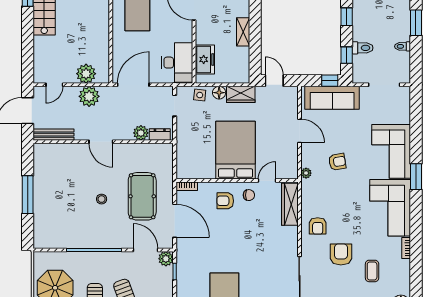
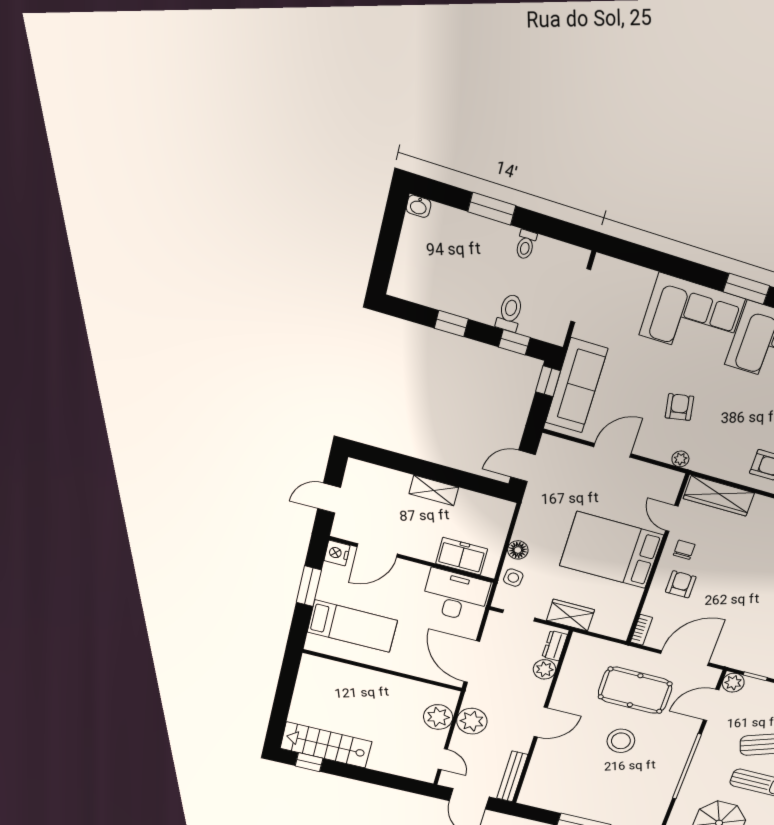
wardrobe: (241, 94) -> (570, 615), moved, turned -90
stool: (102, 199) -> (621, 741), width x1.89, depth x1.89
armchair: (225, 201) -> (681, 584), turned 180

